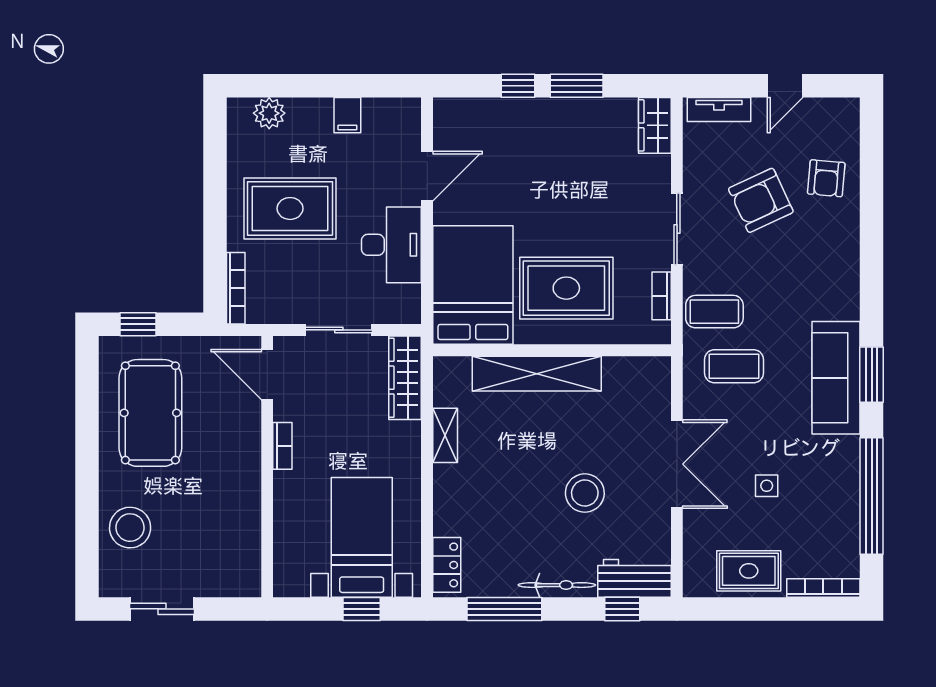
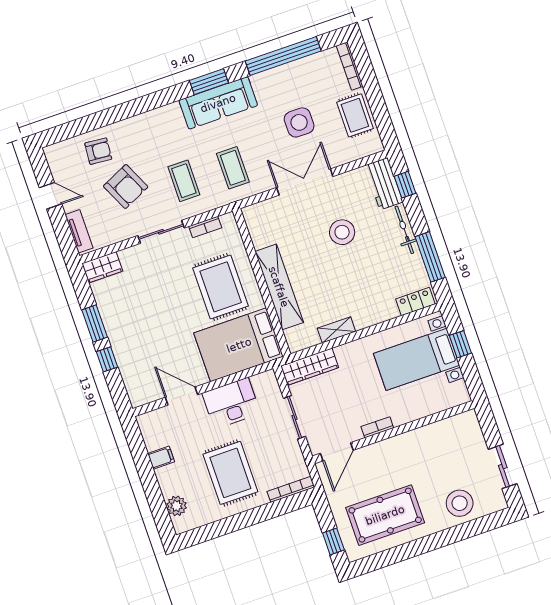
coffee table: (714, 312) -> (184, 181), moved
side table: (767, 486) -> (299, 122), width x1.87, depth x1.87

